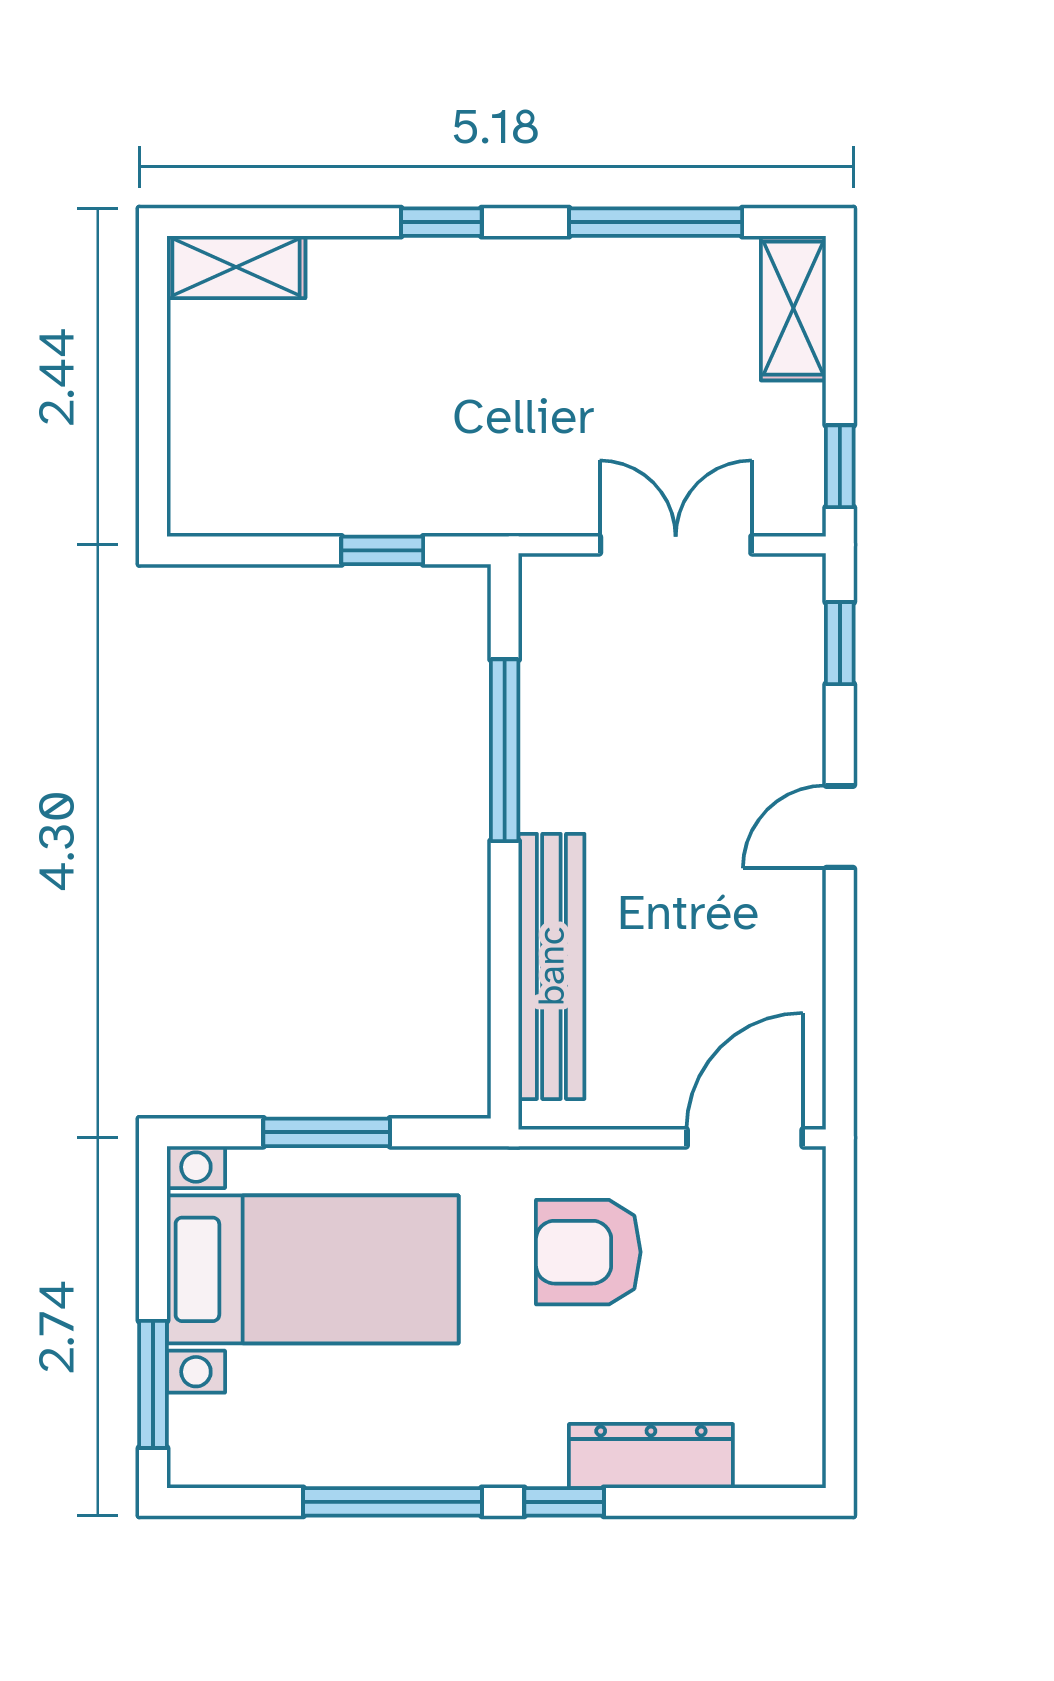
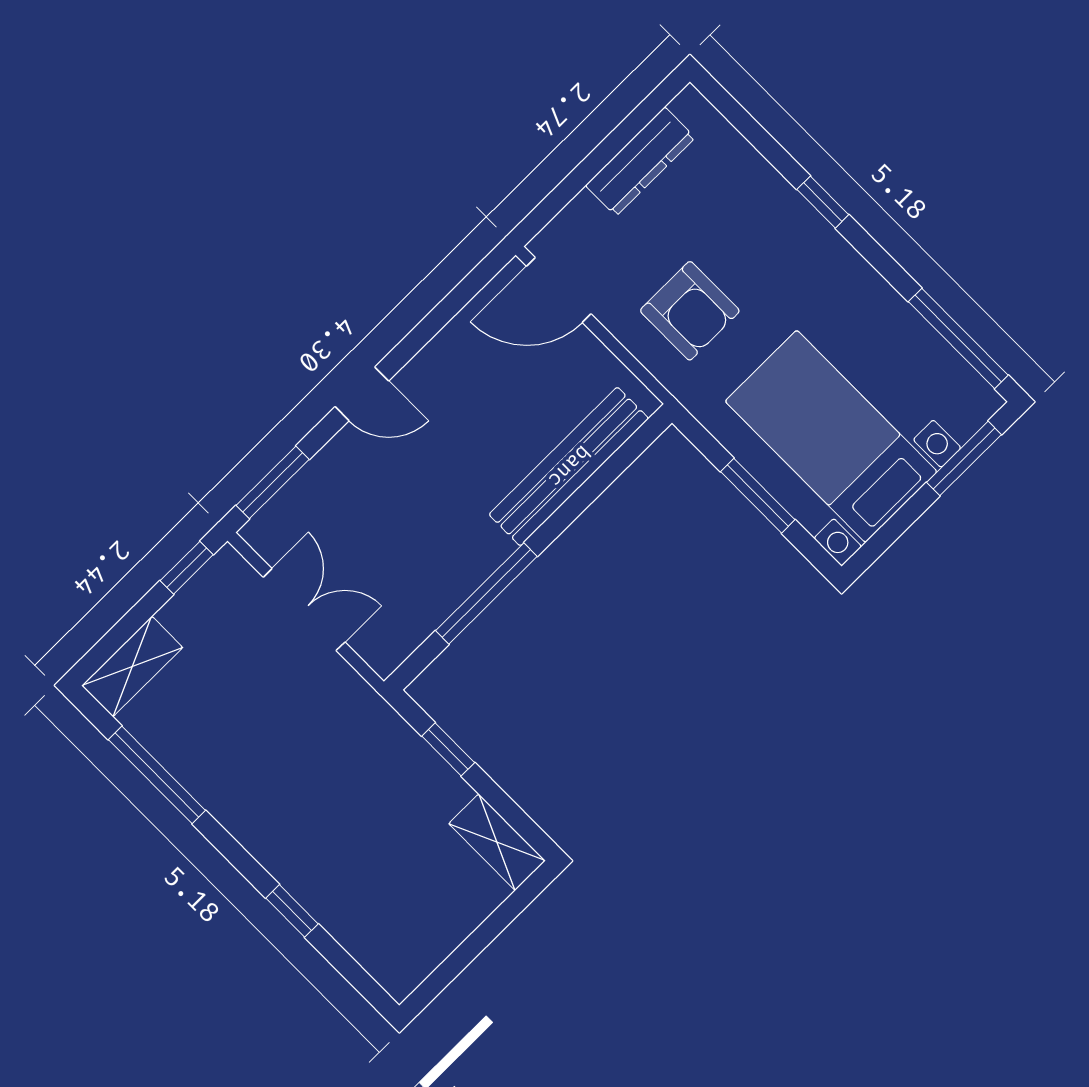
window: (441, 222) -> (292, 911), moved
shelving: (236, 267) -> (497, 842), moved
double door: (676, 545) -> (304, 610), swing flipped
window: (840, 643) -> (273, 482), width x1.50
dresser: (651, 1456) -> (640, 162), moved, turned -90
window: (392, 1502) -> (958, 338), moved

